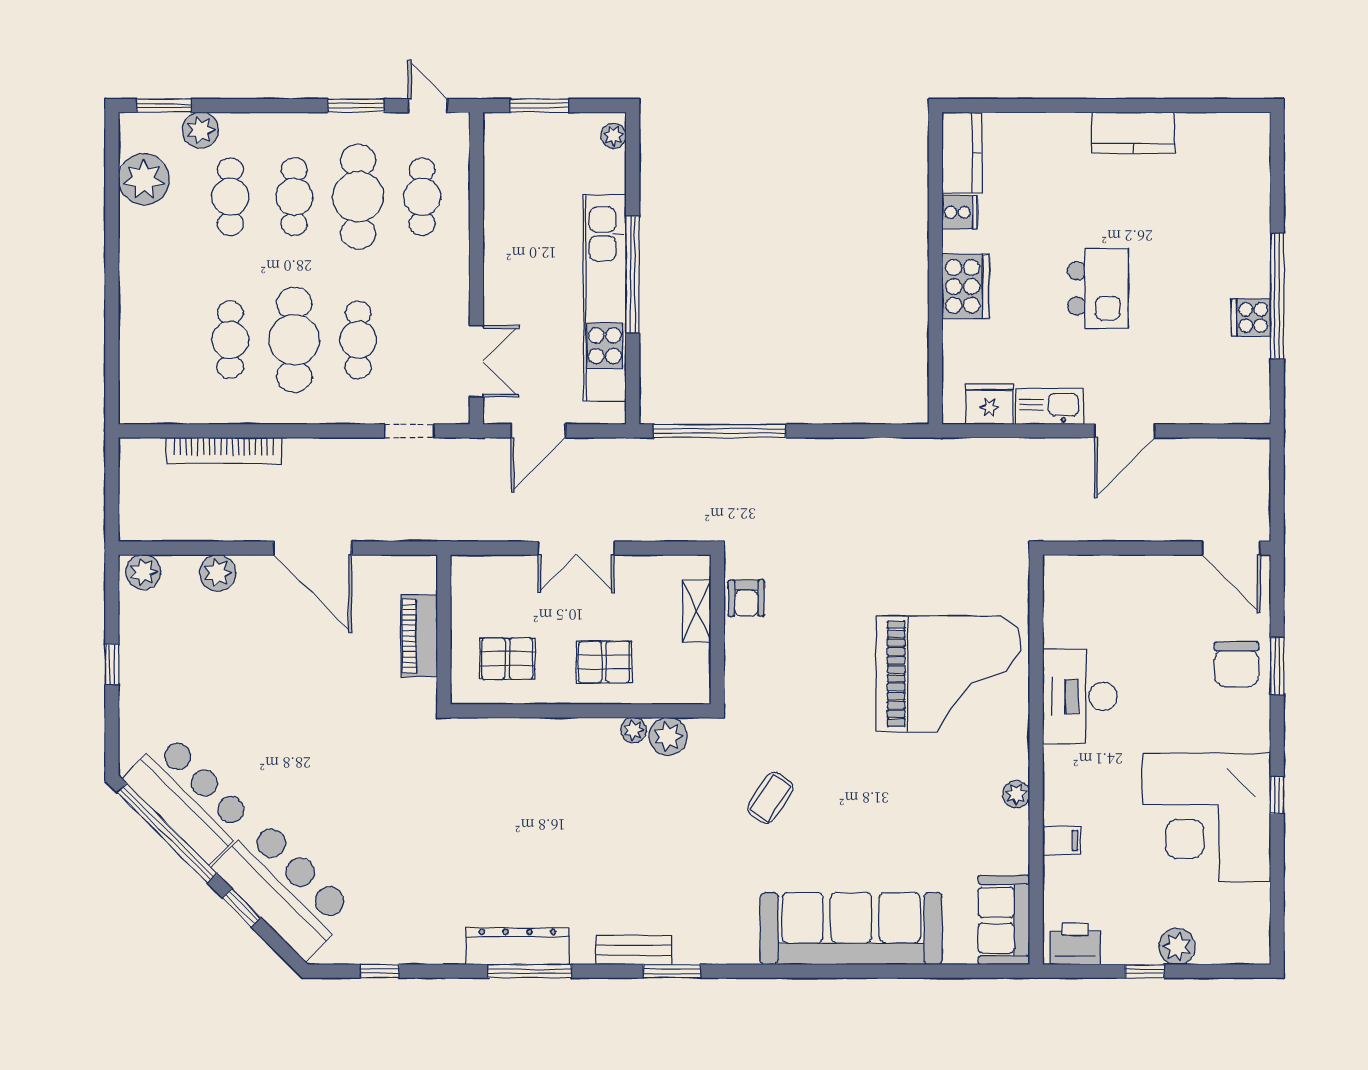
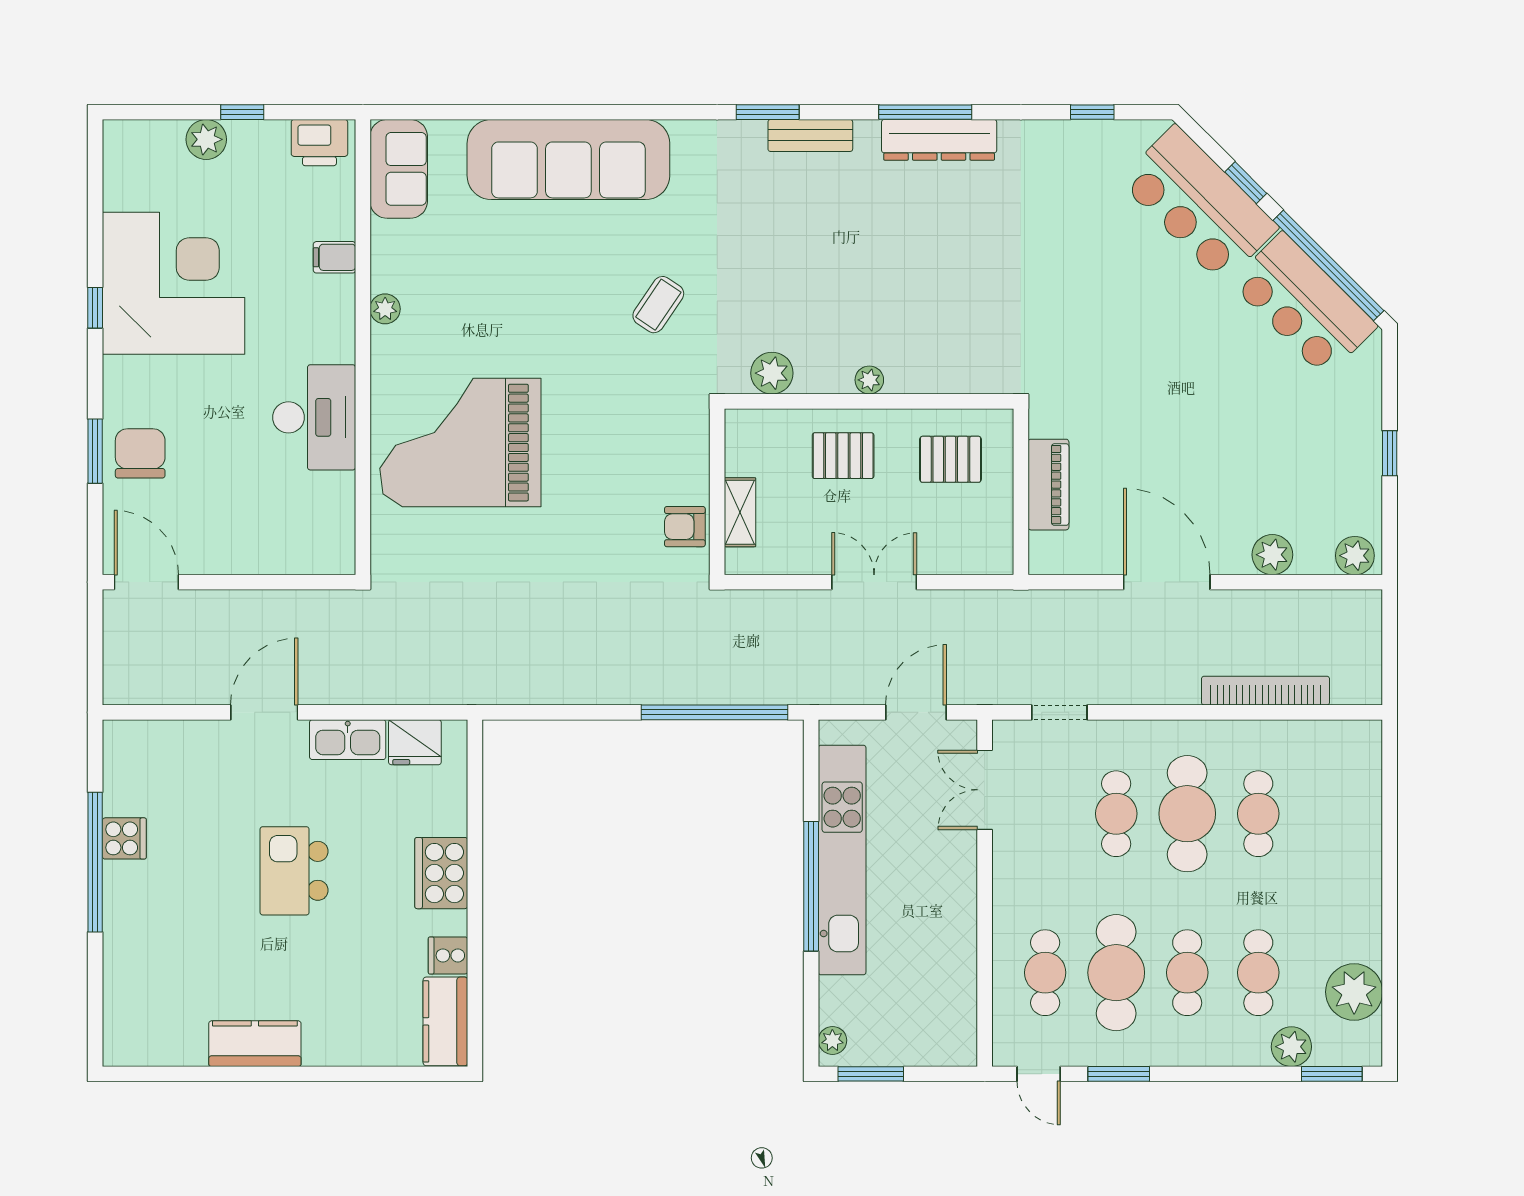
window: (540, 106) -> (871, 1074), moved
armchair: (746, 598) -> (685, 527), turned -90
plant: (634, 730) -> (869, 380), moved

